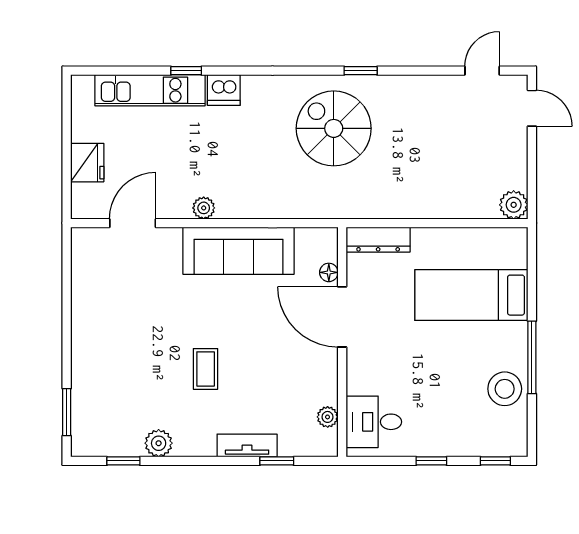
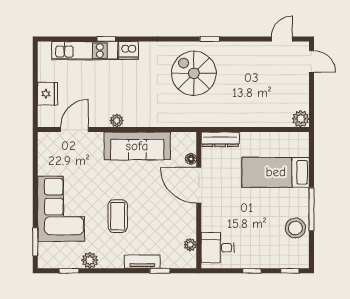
corner sofa: (110, 356) -> (61, 209), added
coffee table: (206, 369) -> (118, 216), width x1.36, depth x1.30

